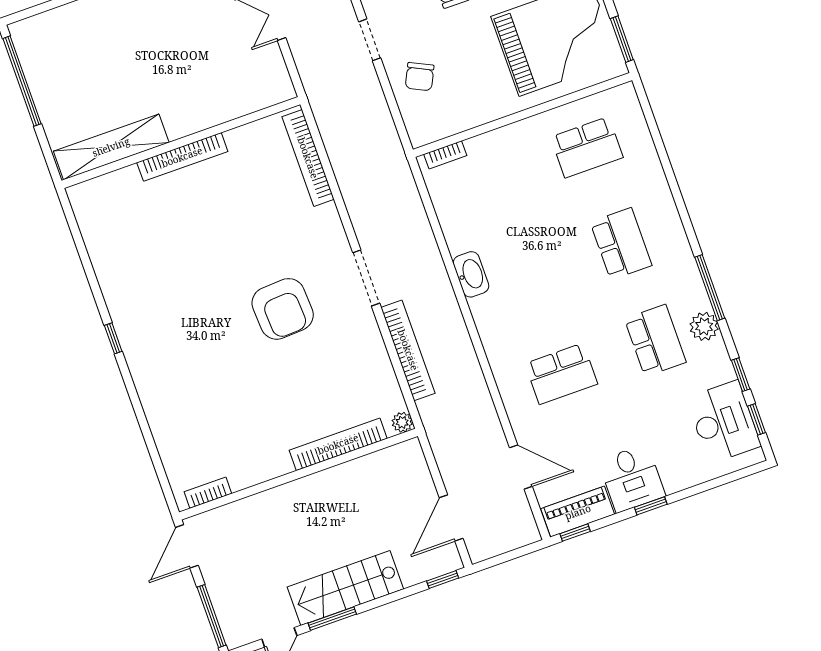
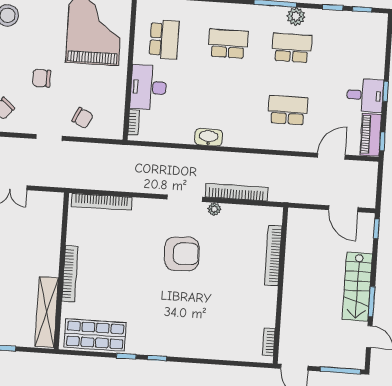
shop shelf: (108, 233) -> (95, 335), added
window: (97, 292) -> (126, 356), added
school desk: (561, 374) -> (288, 110), turned -90
plant: (402, 422) -> (214, 209), moved
desk: (724, 422) -> (148, 87), moved, turned -90

